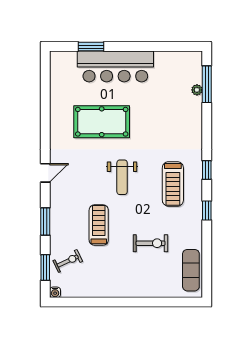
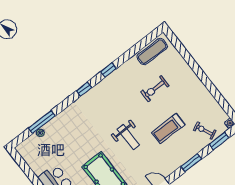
window: (207, 84) -> (42, 122), moved
weight bench: (122, 177) -> (128, 137), turned 90
treadmill: (173, 184) -> (108, 103), removed
exercise bike: (151, 243) -> (155, 89), turned -90

